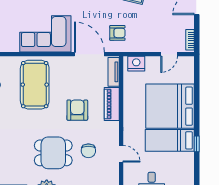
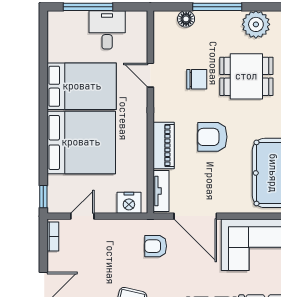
armchair: (77, 110) -> (212, 137), turned 90
bed: (170, 140) -> (82, 86), width x1.50
window: (197, 144) -> (43, 197), moved
chair: (88, 151) -> (197, 79), turned 90

